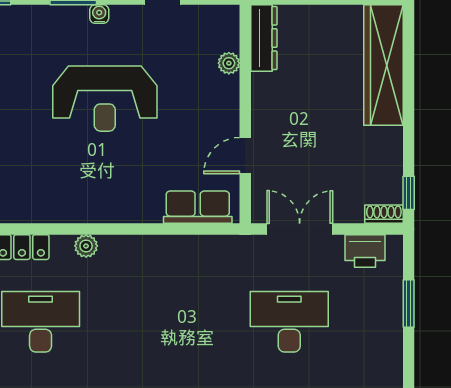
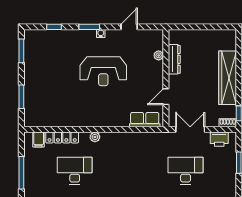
dresser: (264, 38) -> (174, 59), moved
wardrobe: (384, 65) -> (228, 78), moved

